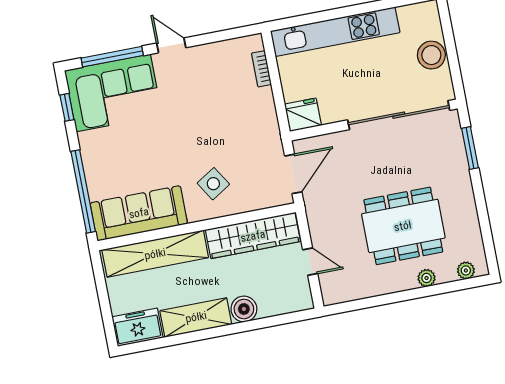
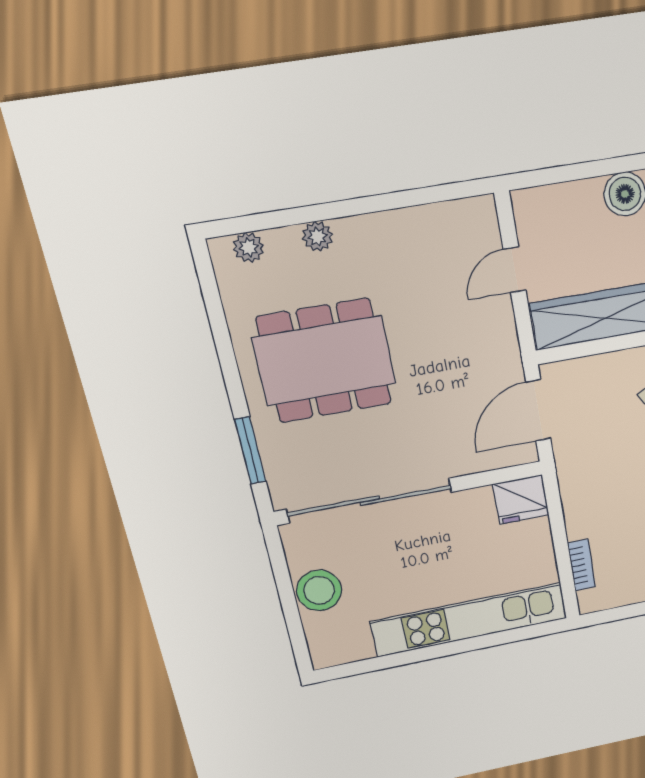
dining table: (403, 226) -> (324, 361), moved
door: (310, 262) -> (515, 270), hinge flipped

